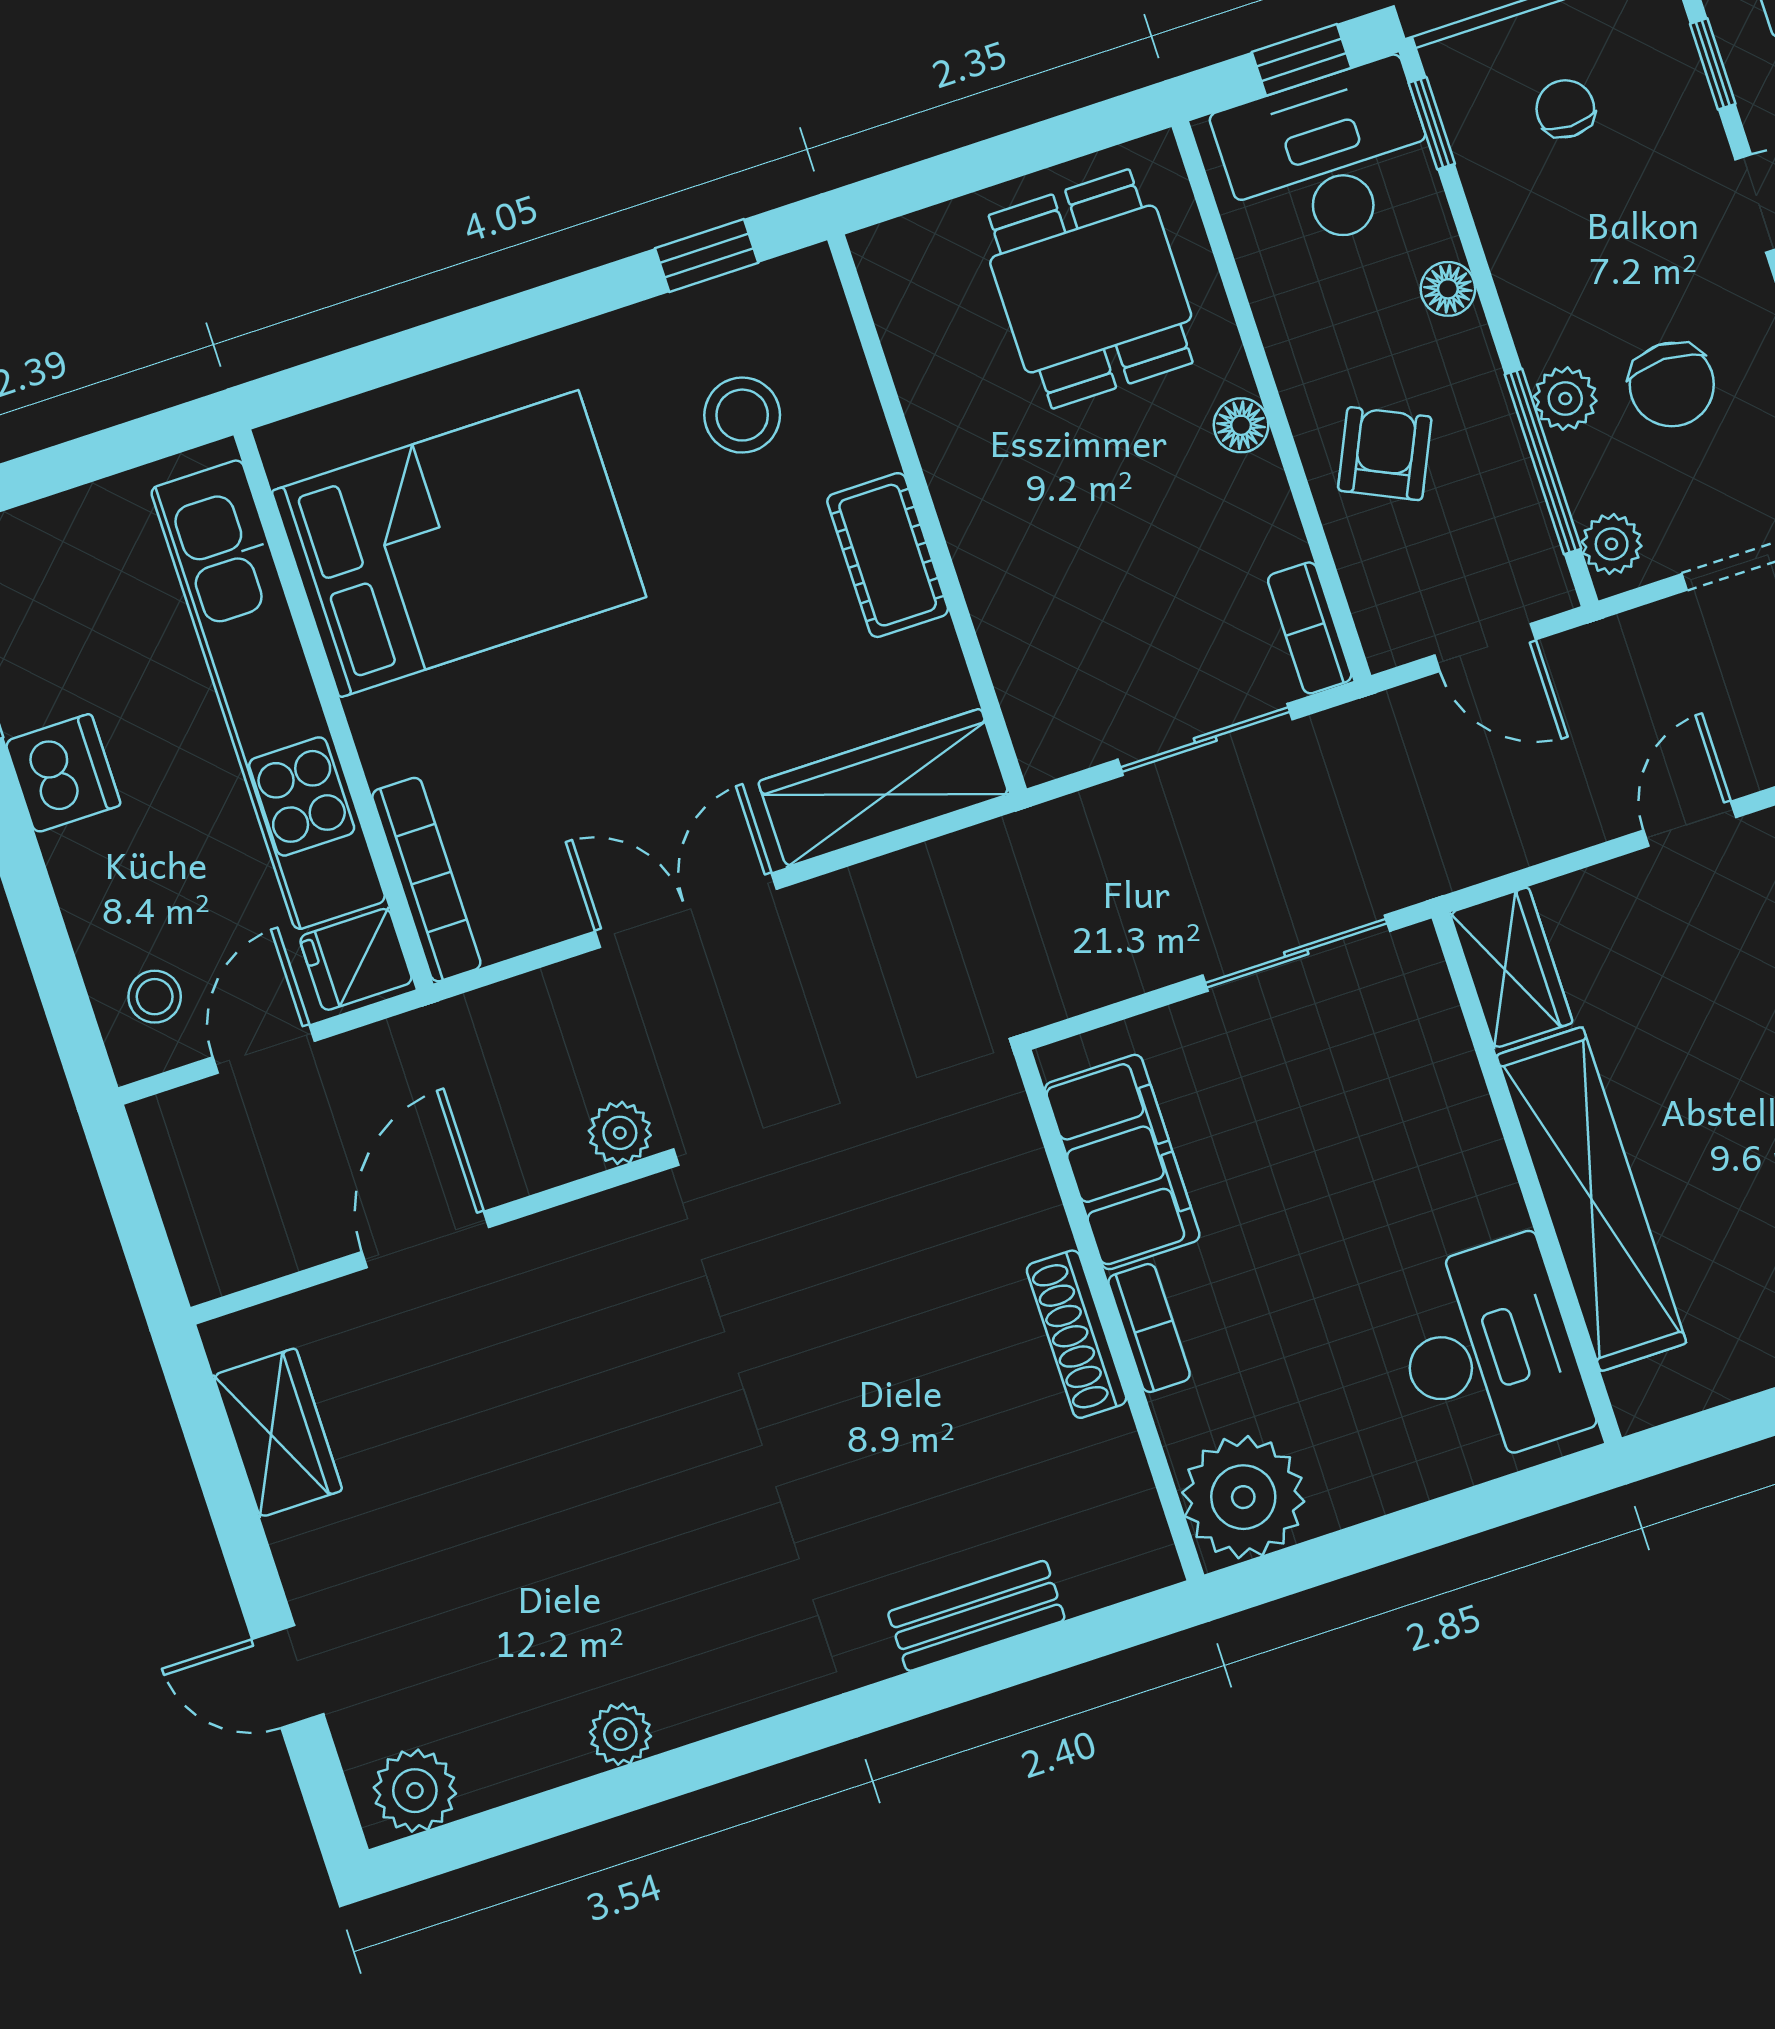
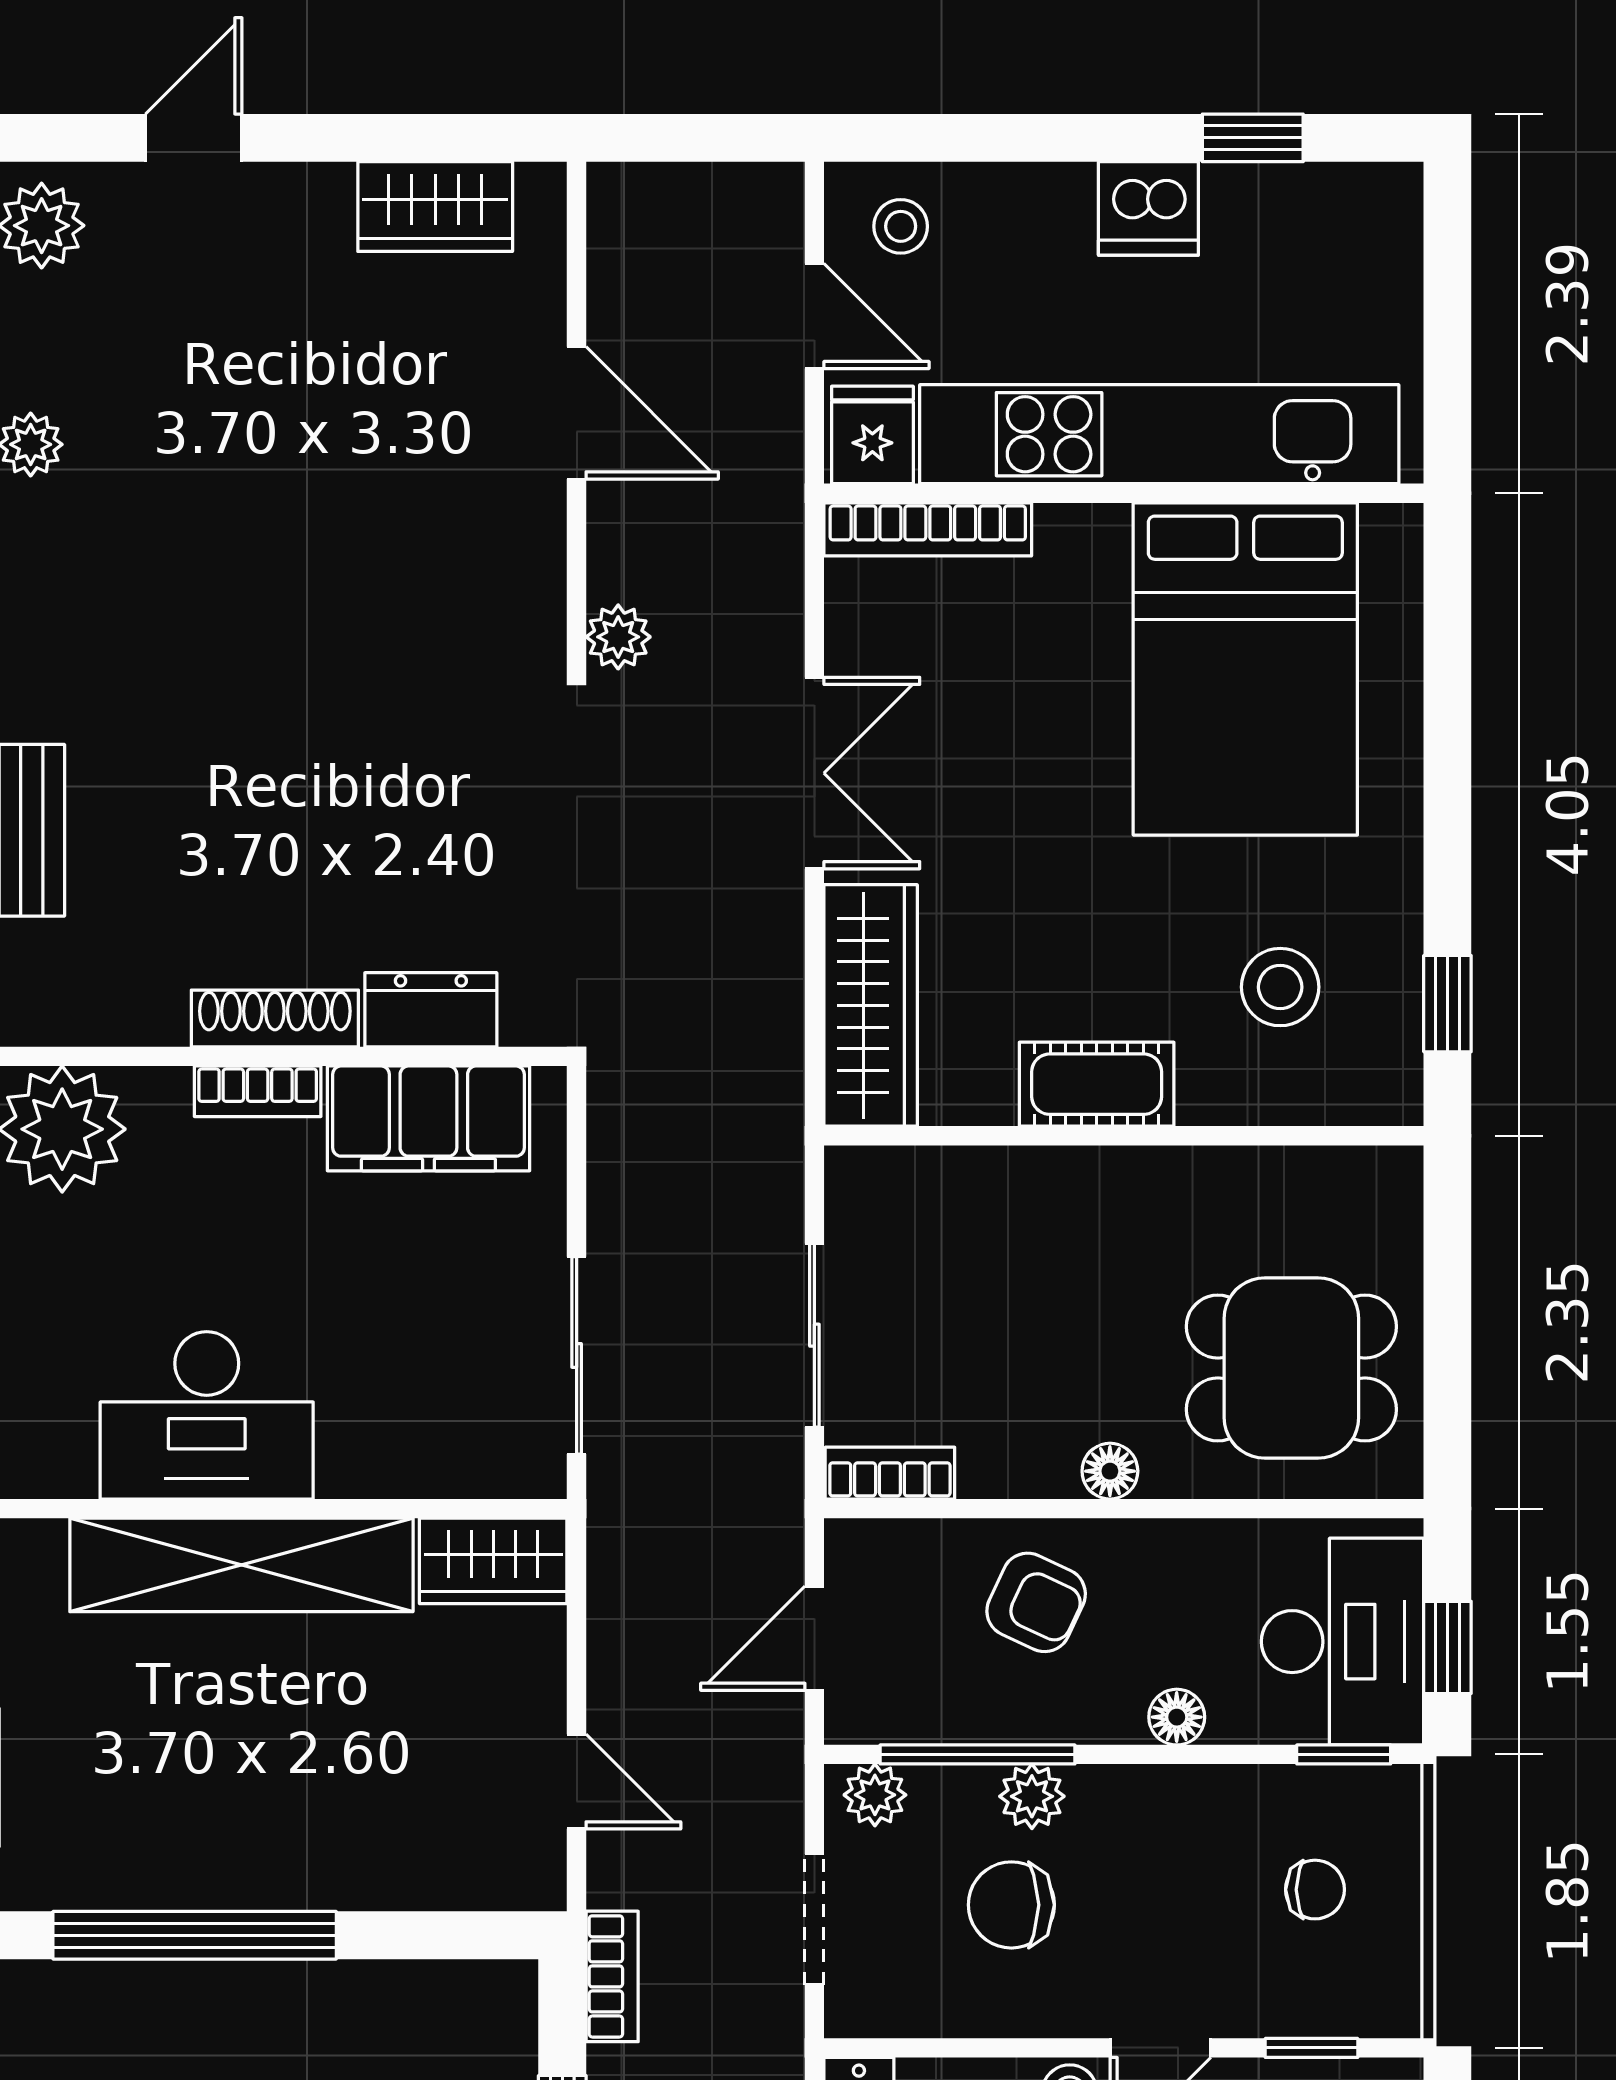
dresser: (1021, 1193) -> (431, 1010), added
desk: (1489, 1352) -> (207, 1415), moved

